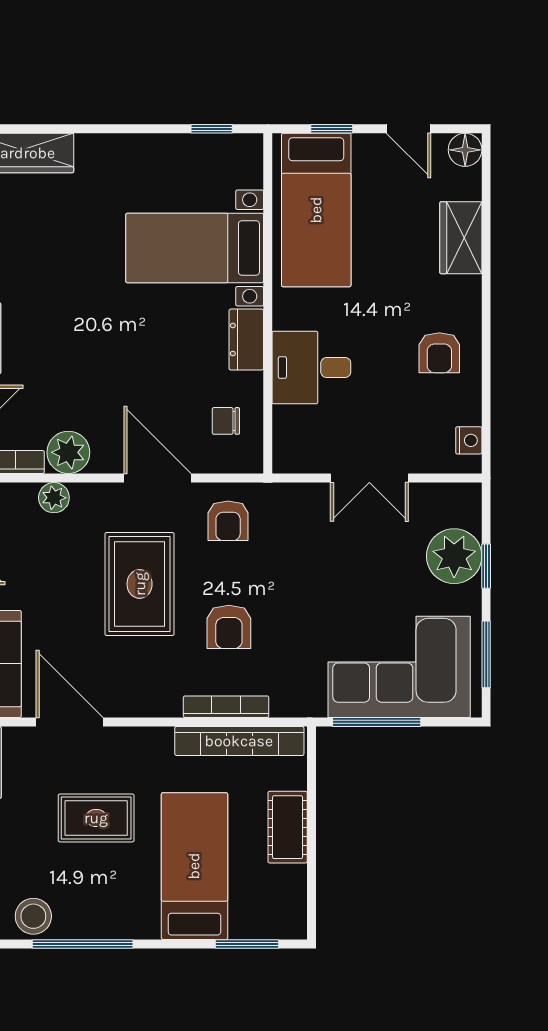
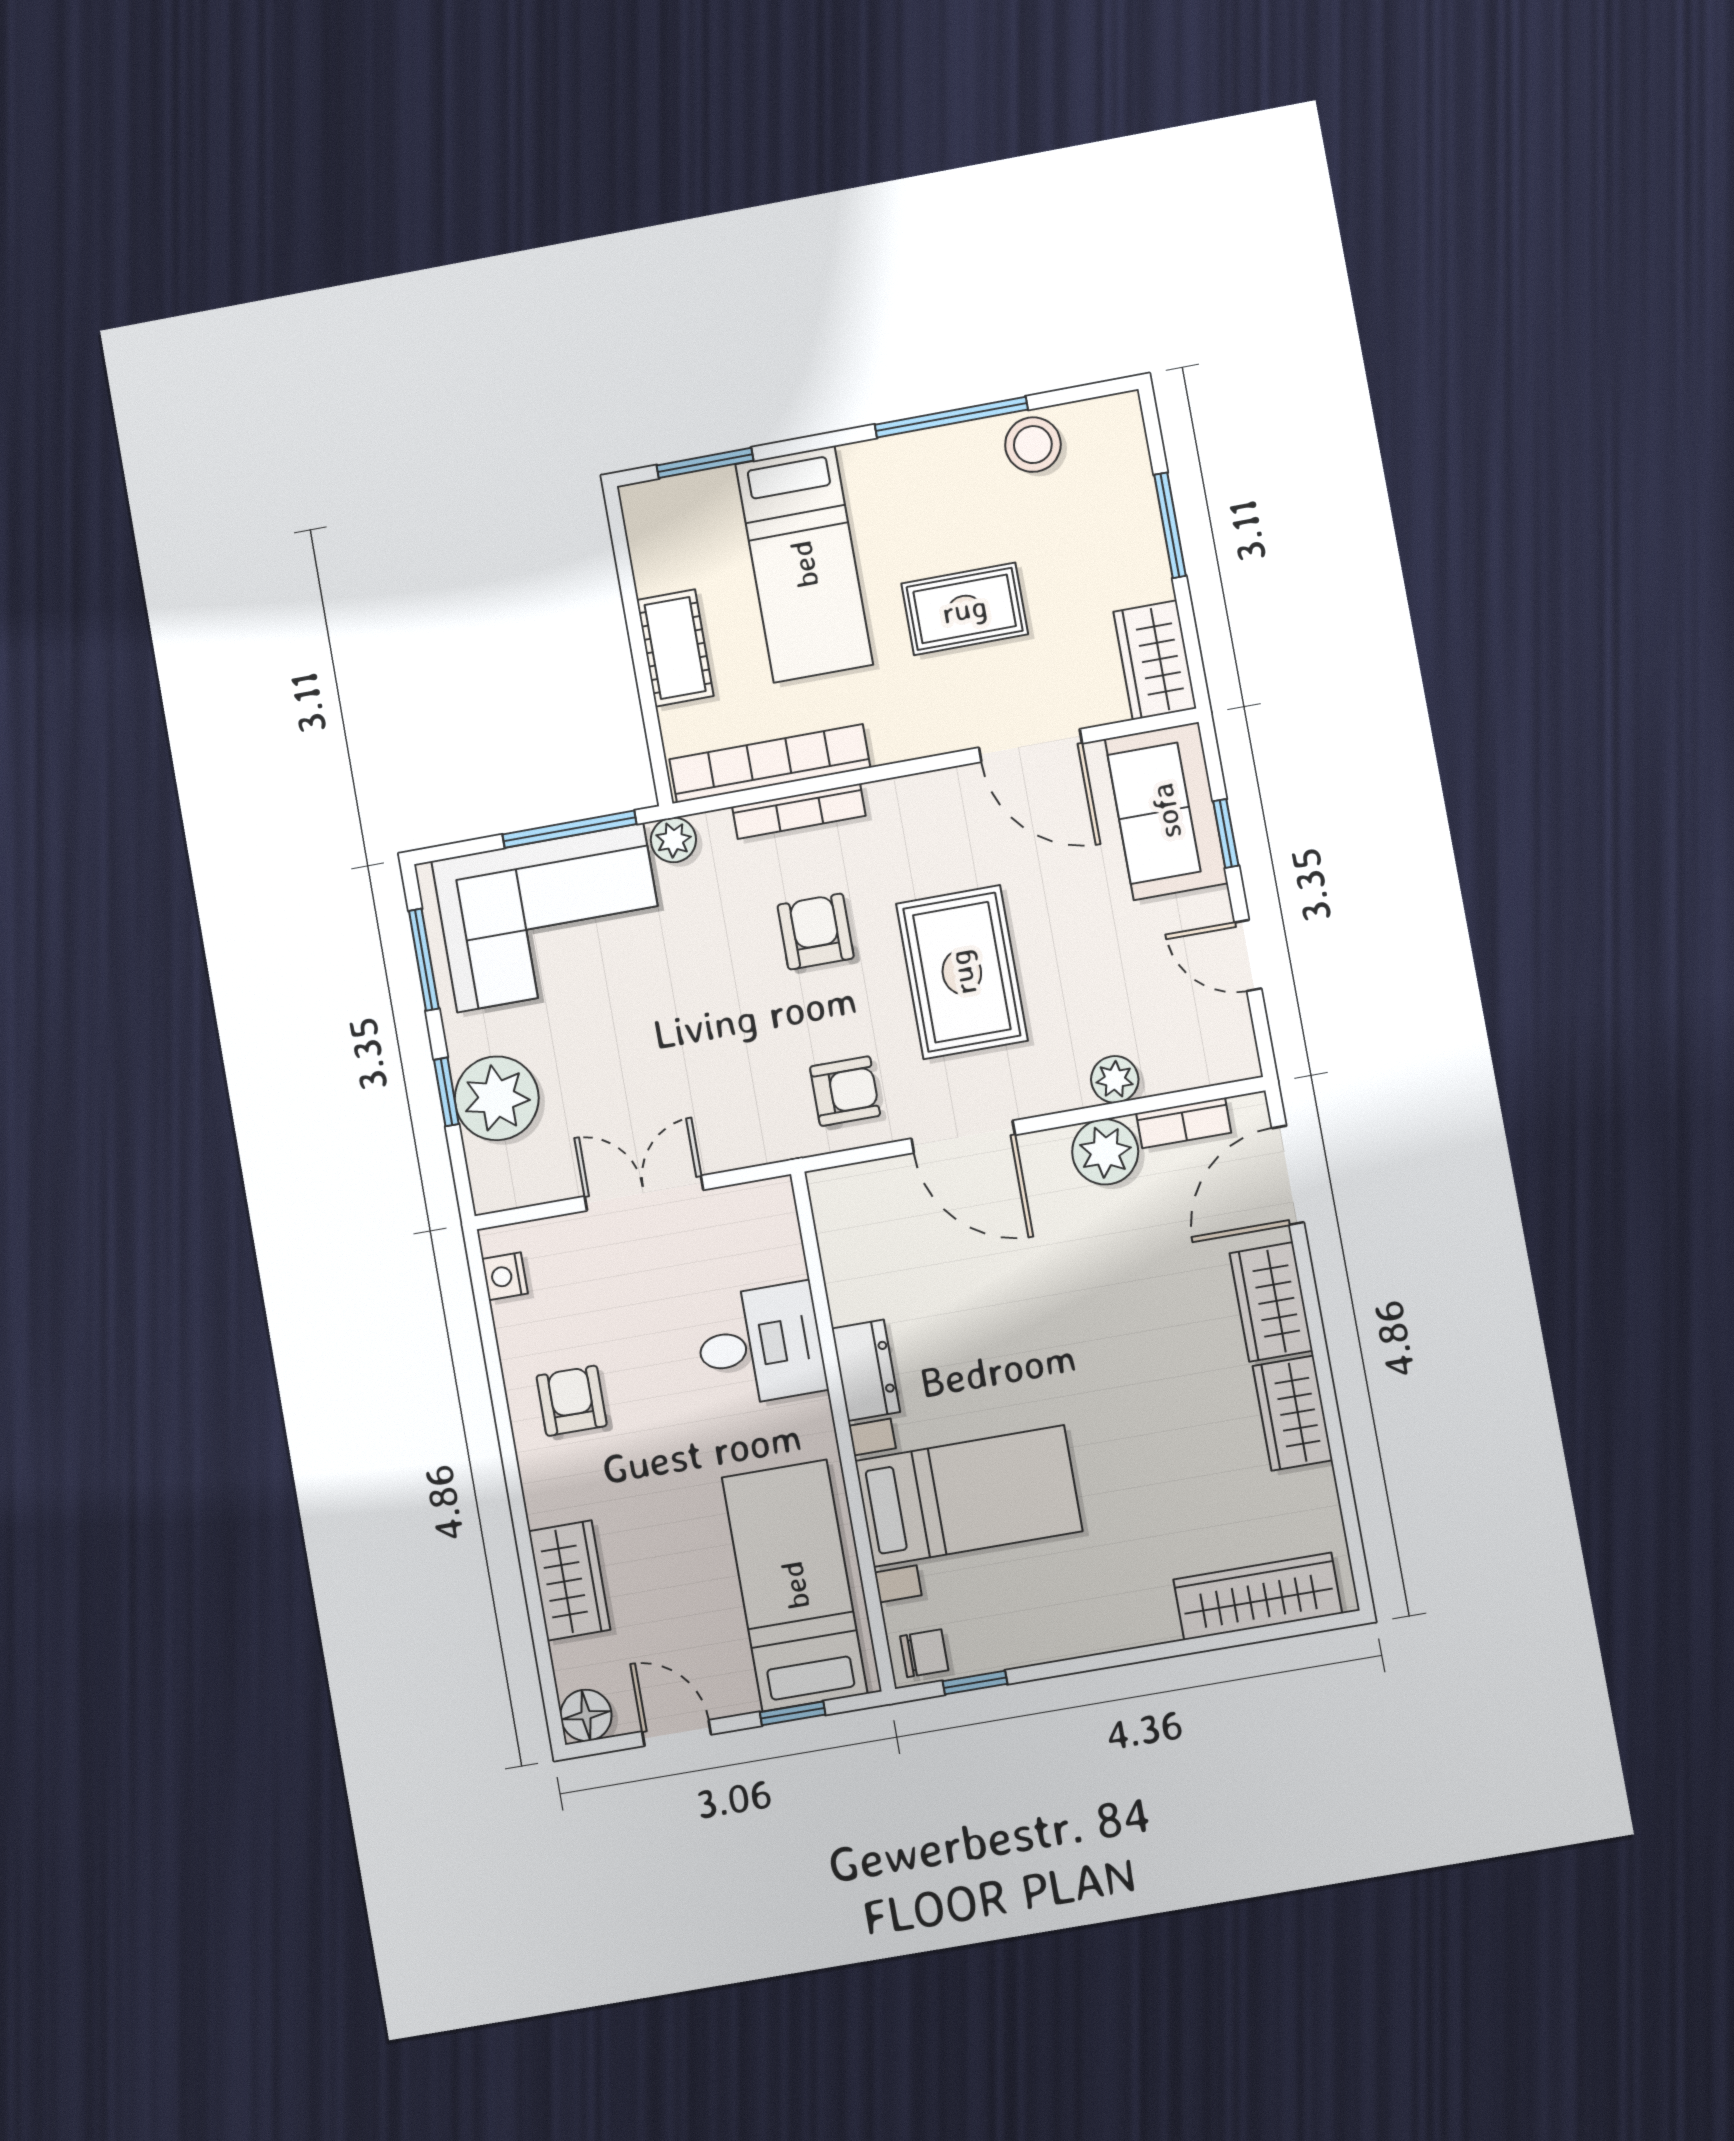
chair: (226, 421) -> (924, 1653), moved
armchair: (228, 521) -> (845, 1091), turned 90
plant: (310, 703) -> (673, 840), added

